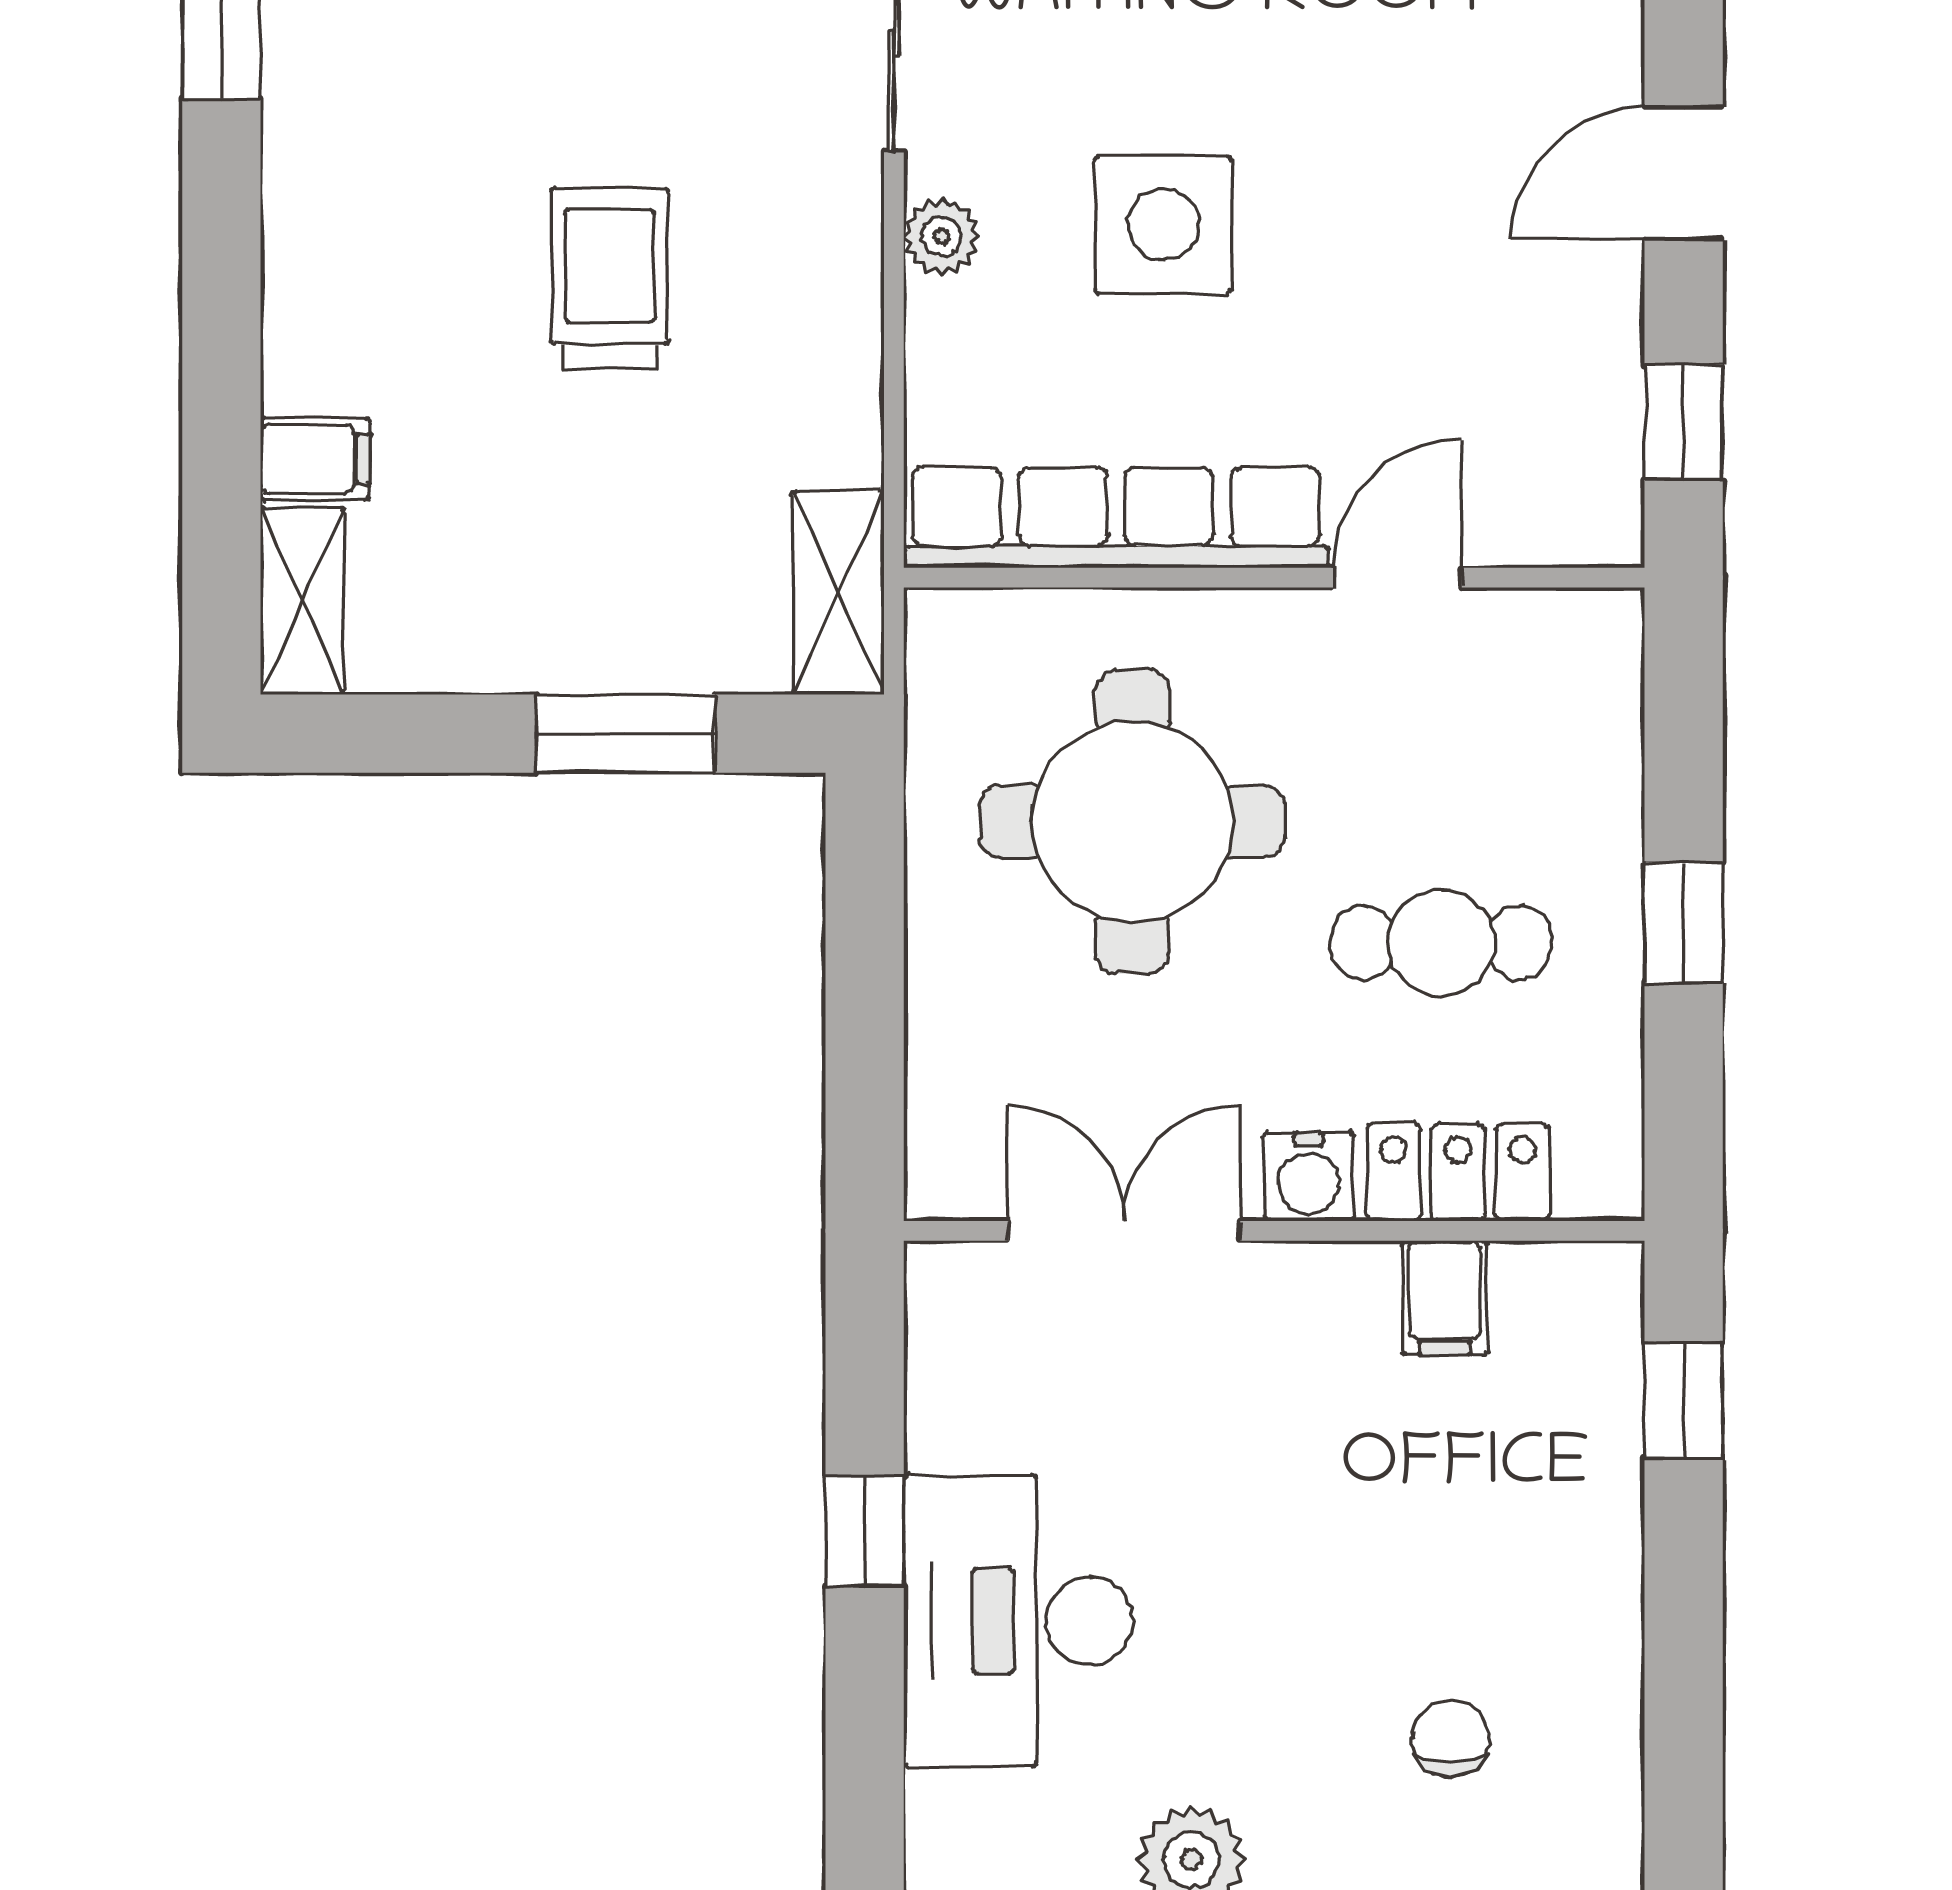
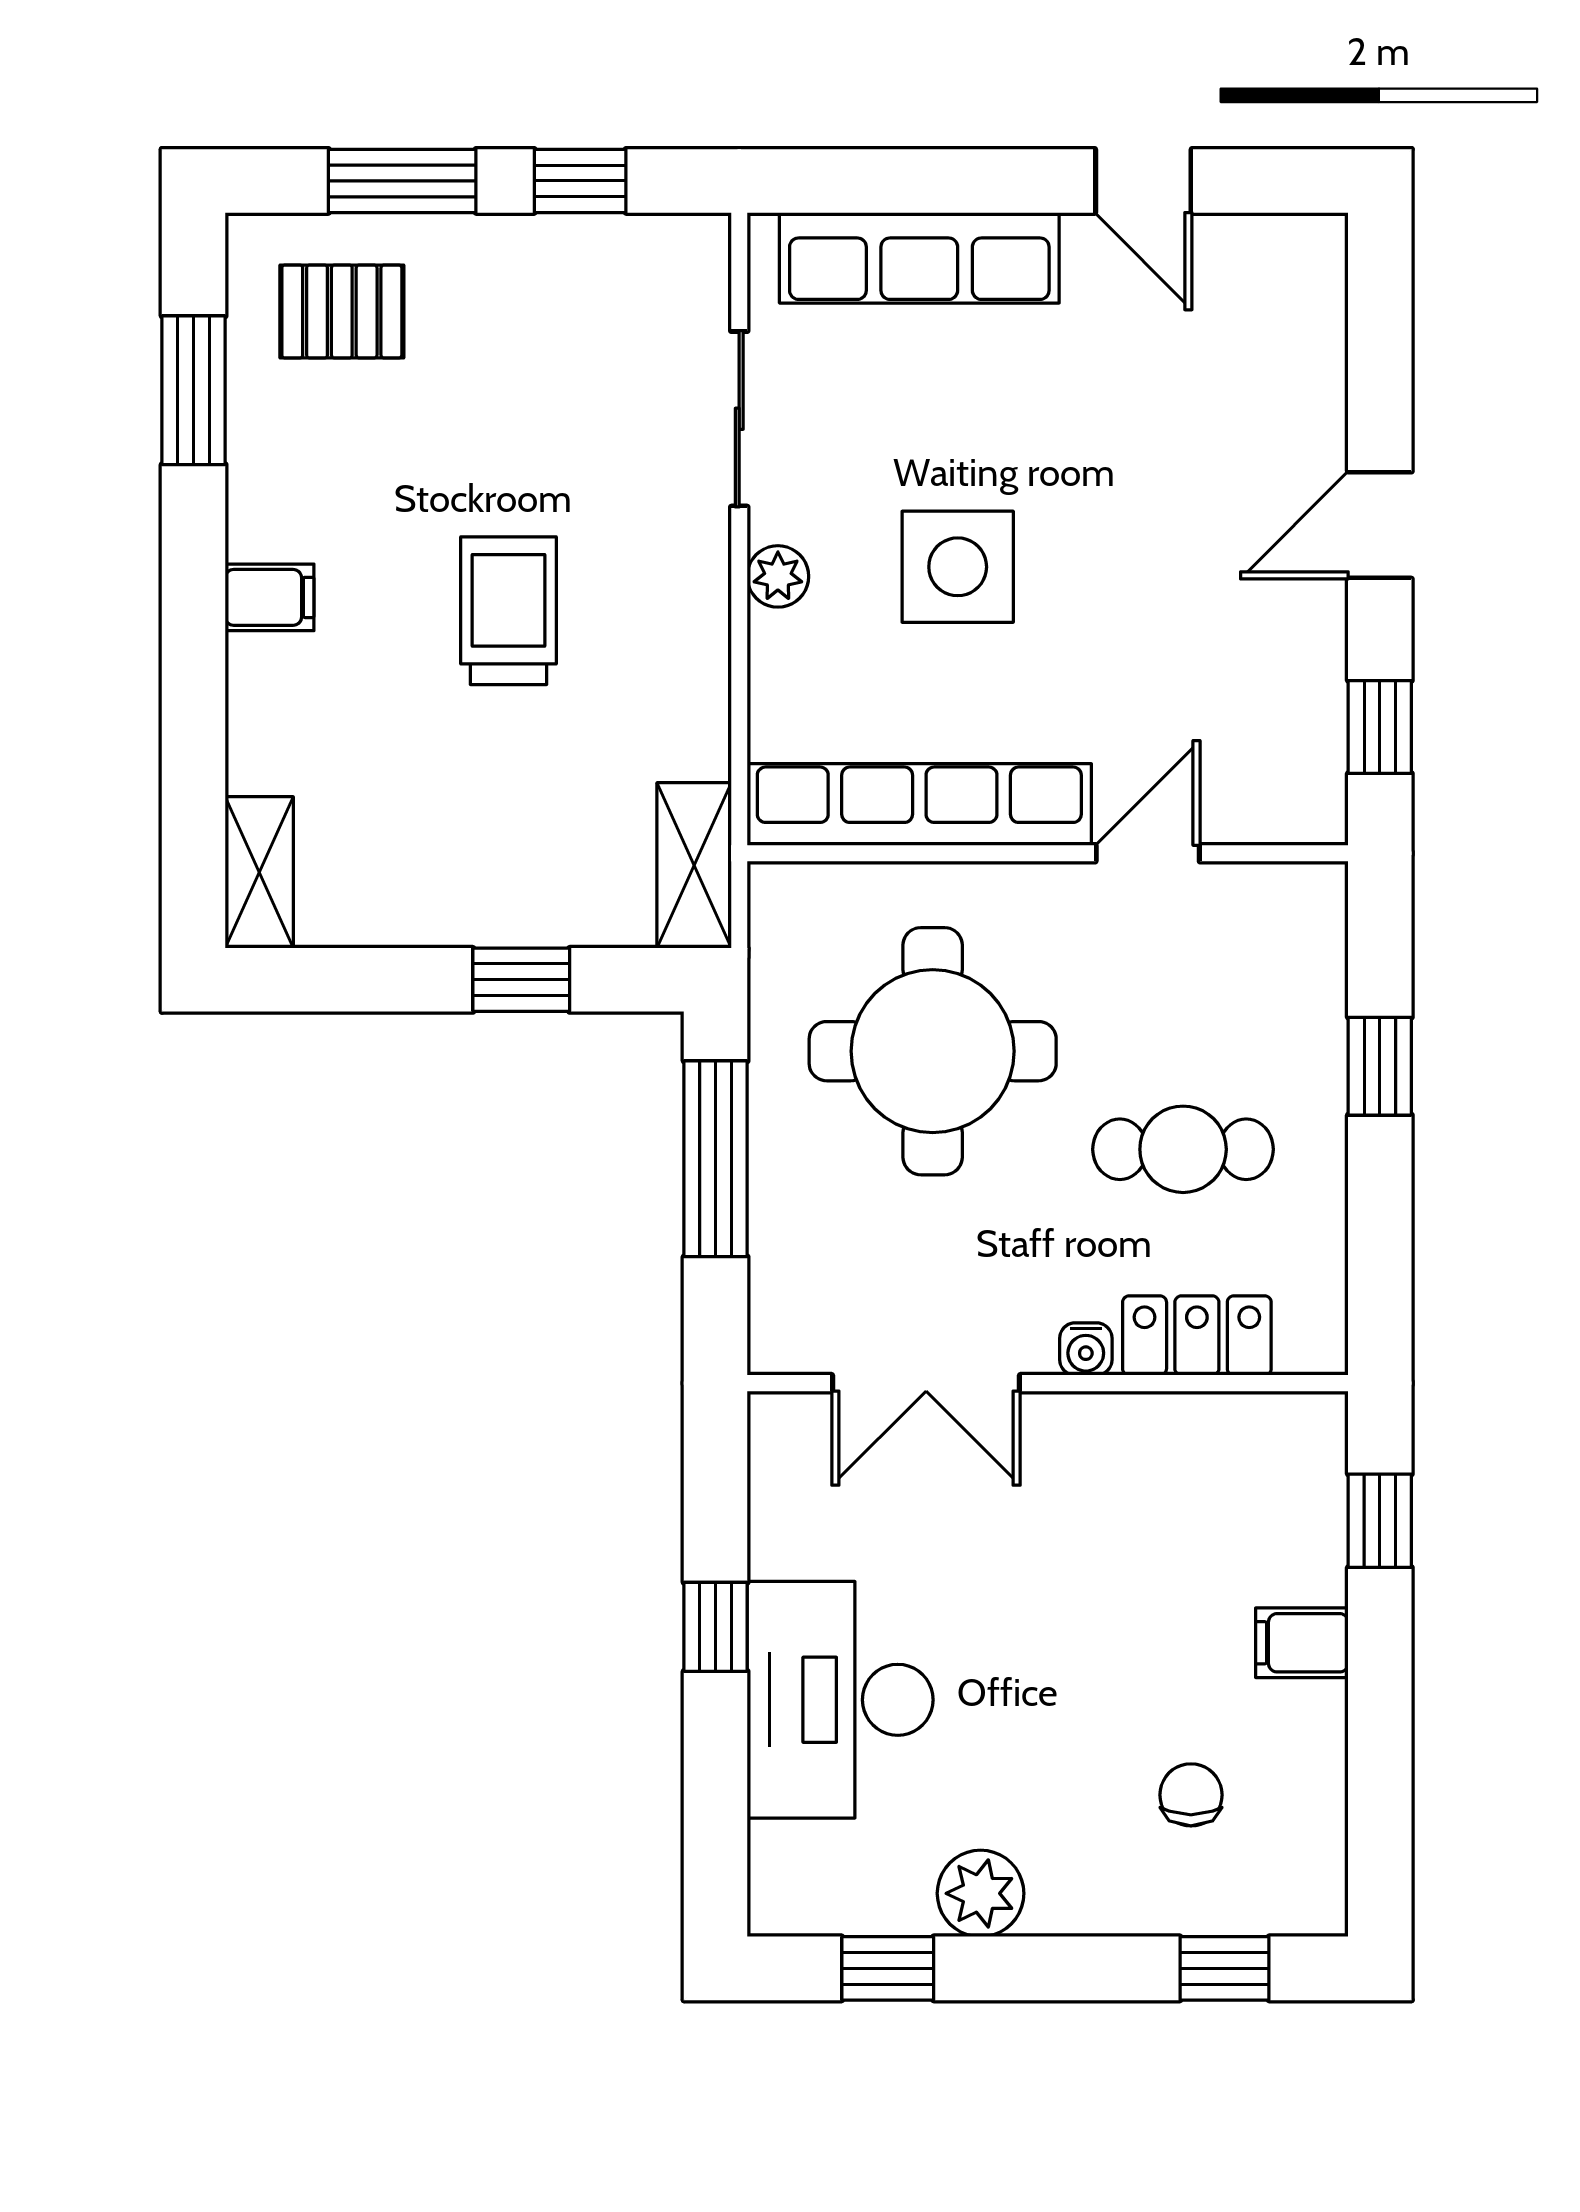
filing cabinet: (315, 459) -> (270, 597), moved
window: (625, 734) -> (521, 980), width x0.67
window: (1684, 923) -> (1380, 1066), moved
window: (865, 954) -> (716, 1159), added
water cooler: (1309, 1176) -> (1086, 1349), width x0.72, depth x0.72
double door: (1124, 1231) -> (926, 1383), swing flipped
filing cabinet: (1445, 1298) -> (1302, 1643), moved, turned 90

